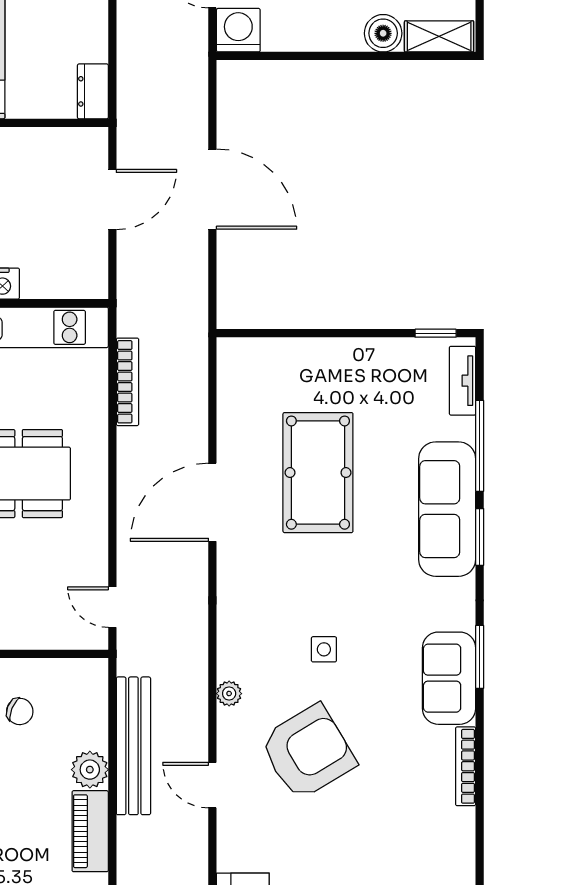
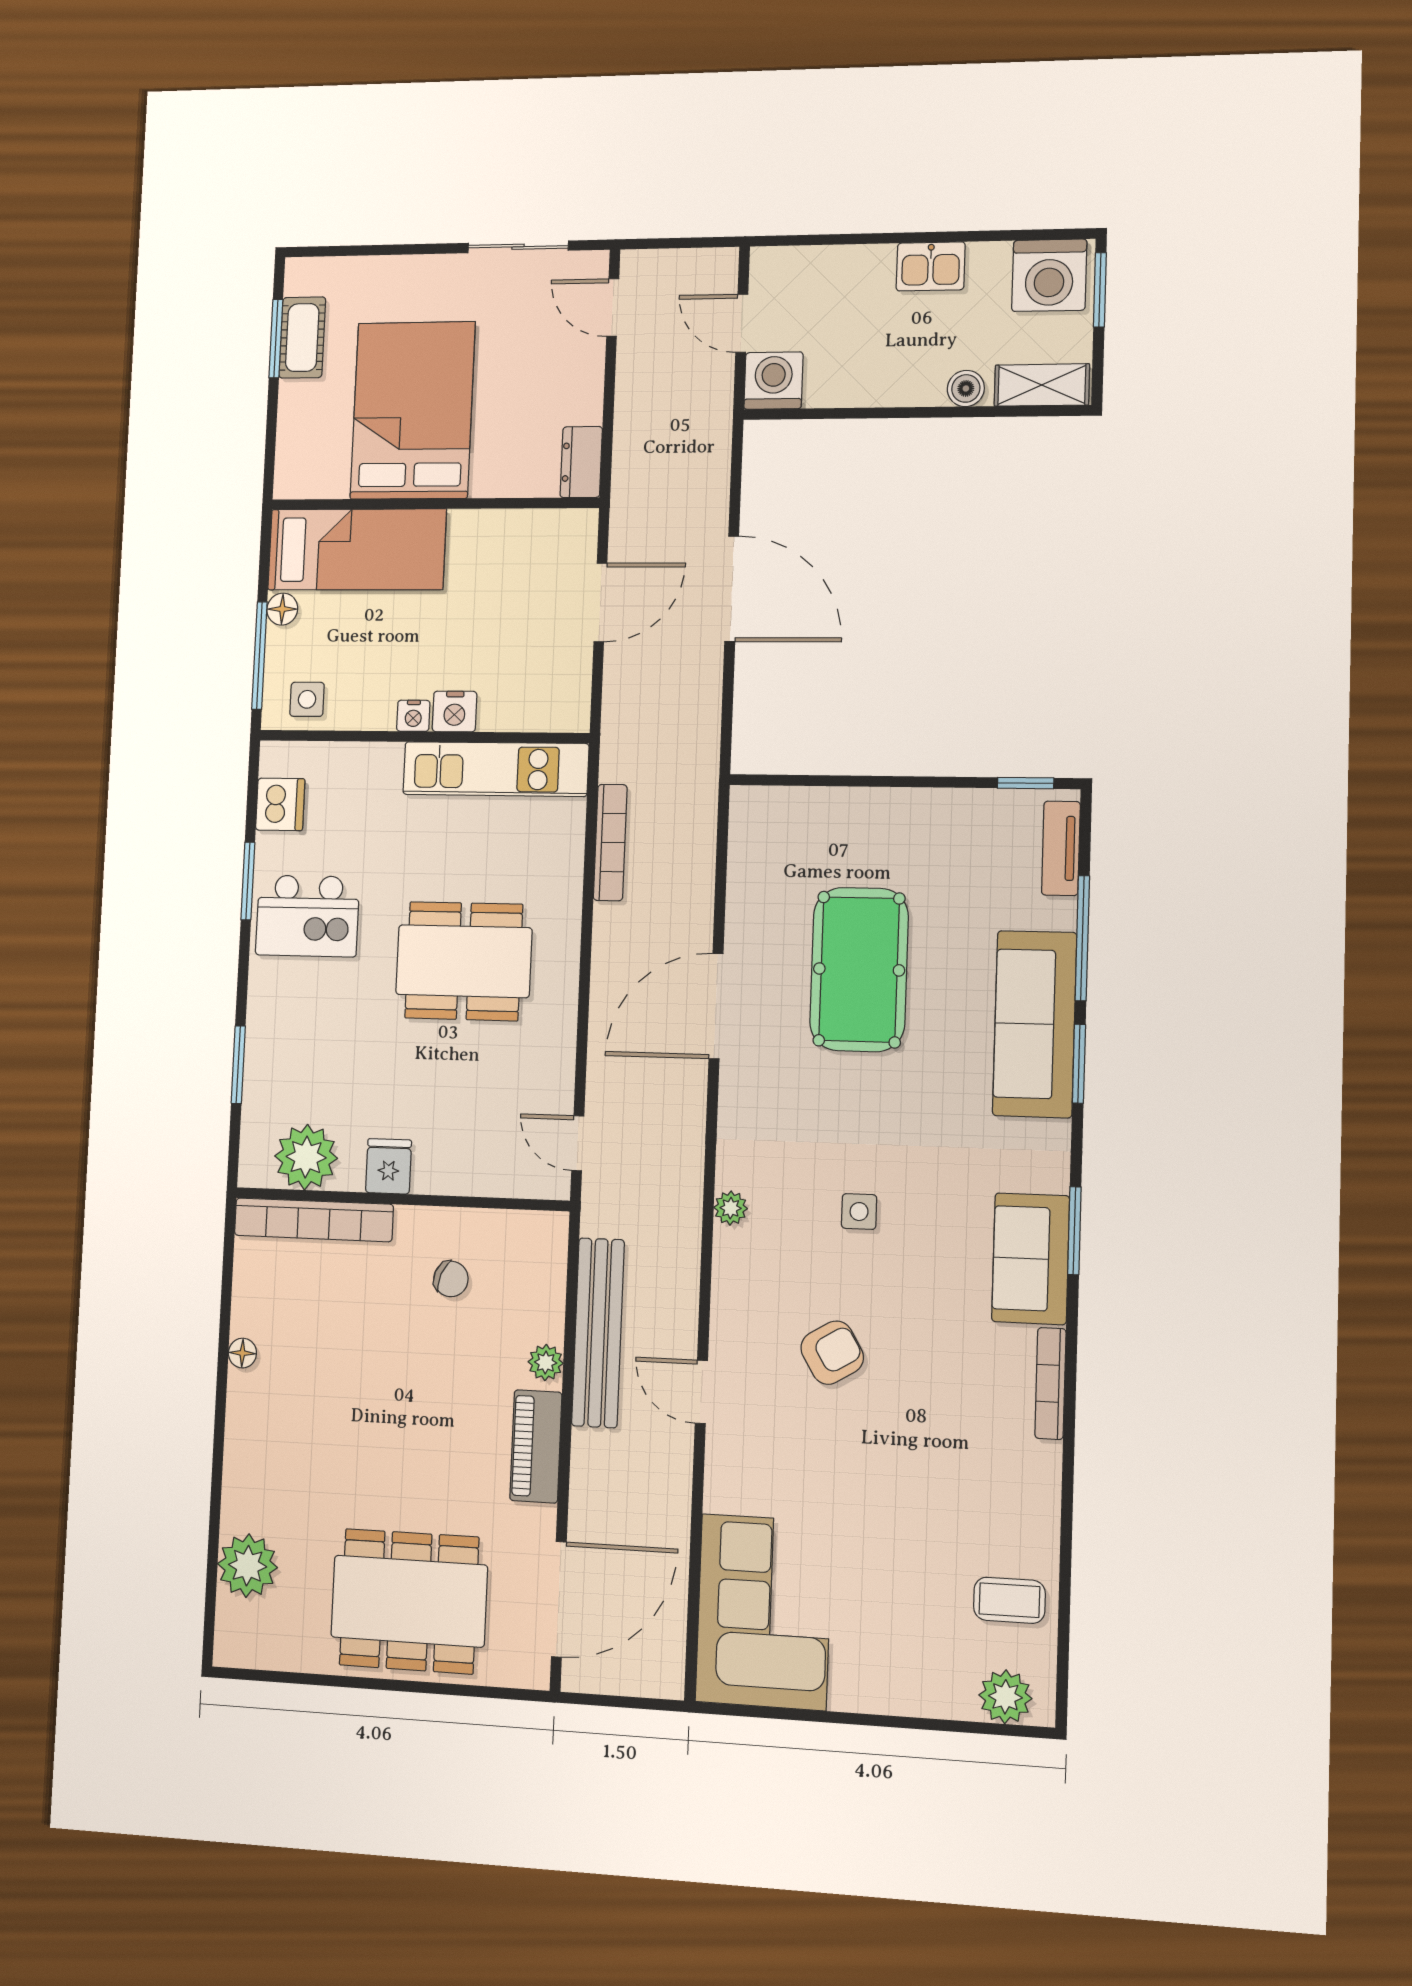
boiler: (383, 33) -> (966, 388), width x0.73, depth x0.73
plant: (229, 694) -> (731, 1208), moved
armchair: (308, 752) -> (832, 1353), width x0.53, depth x0.53
plant: (90, 770) -> (546, 1362), width x0.73, depth x0.73

